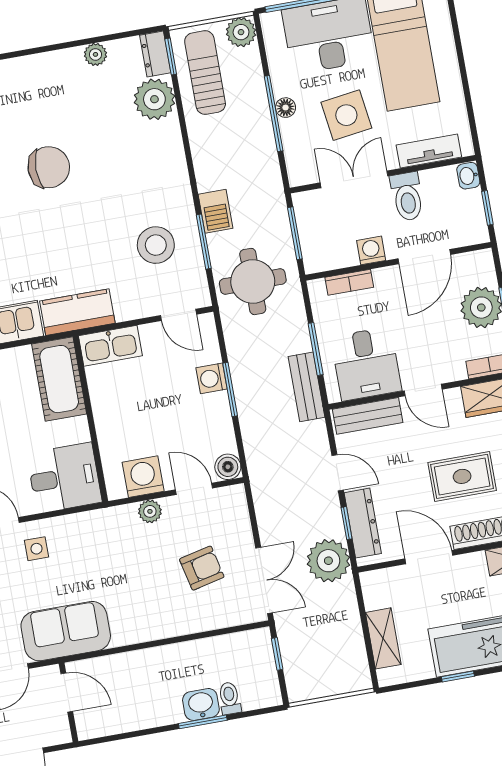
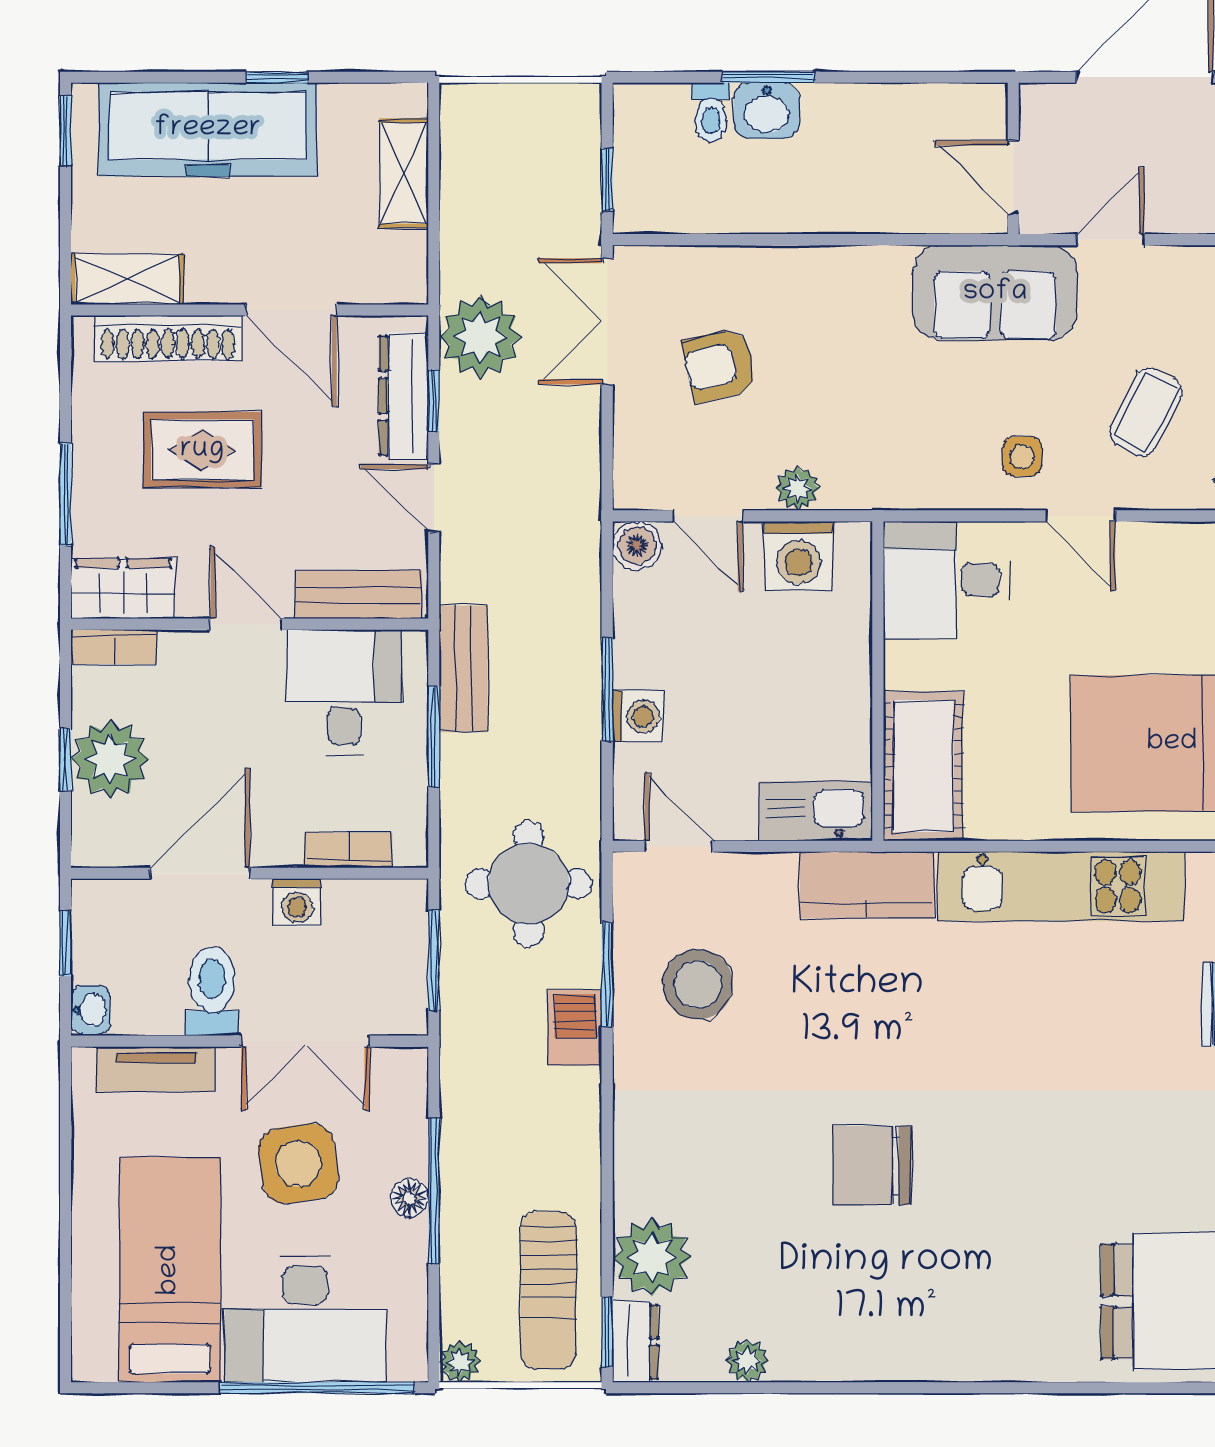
plant: (241, 32) -> (460, 1362), width x0.73, depth x0.73

